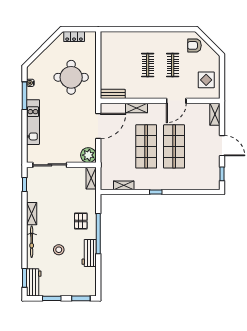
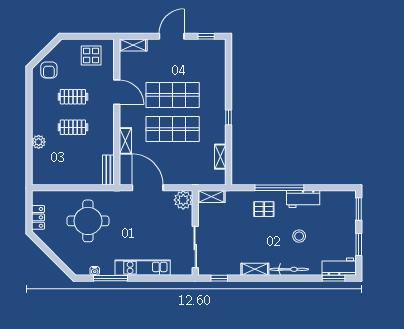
plant: (136, 37) -> (39, 142), added

